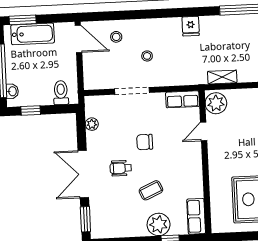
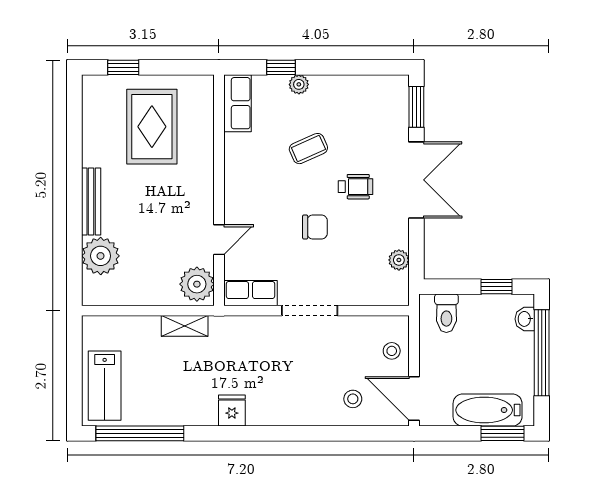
stool: (147, 56) -> (392, 351), moved
doorway: (132, 91) -> (310, 311), moved
plant: (159, 224) -> (299, 84), width x0.53, depth x0.53

